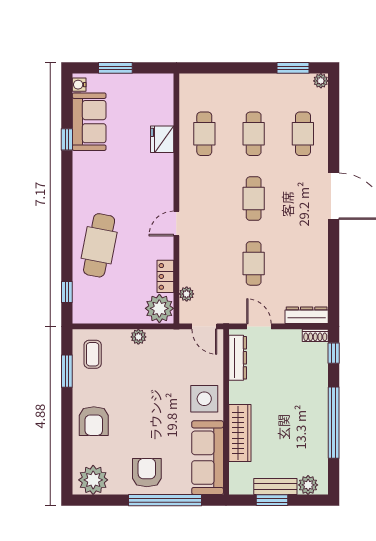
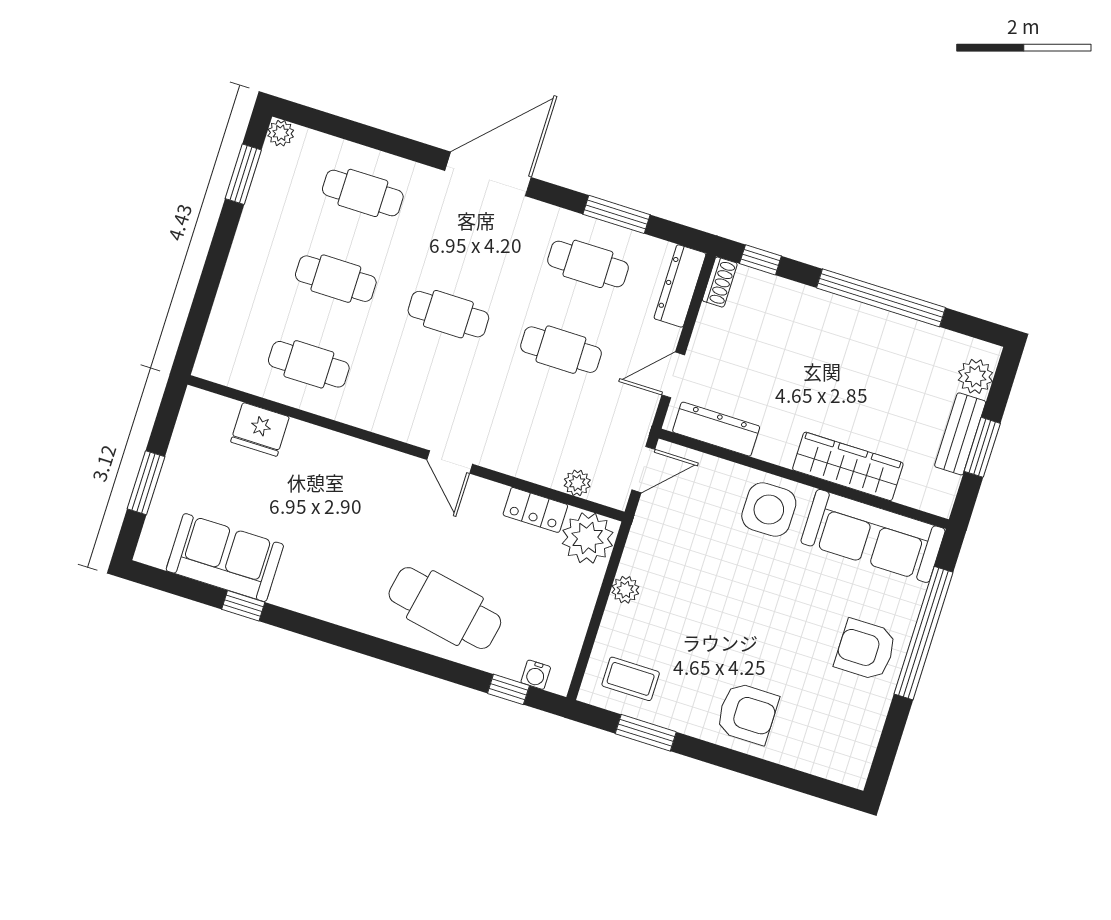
water cooler: (79, 85) -> (536, 675), moved
fridge: (162, 139) -> (260, 429), moved
cafe table: (303, 263) -> (588, 264), added
window: (334, 270) -> (617, 214), added
plant: (93, 480) -> (849, 747), removed

